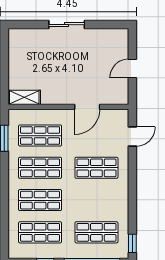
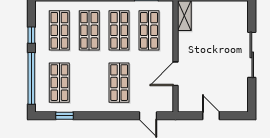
sliding door: (67, 25) -> (252, 55), width x1.37
door: (87, 107) -> (175, 74), hinge flipped
window: (132, 243) -> (64, 116), moved

